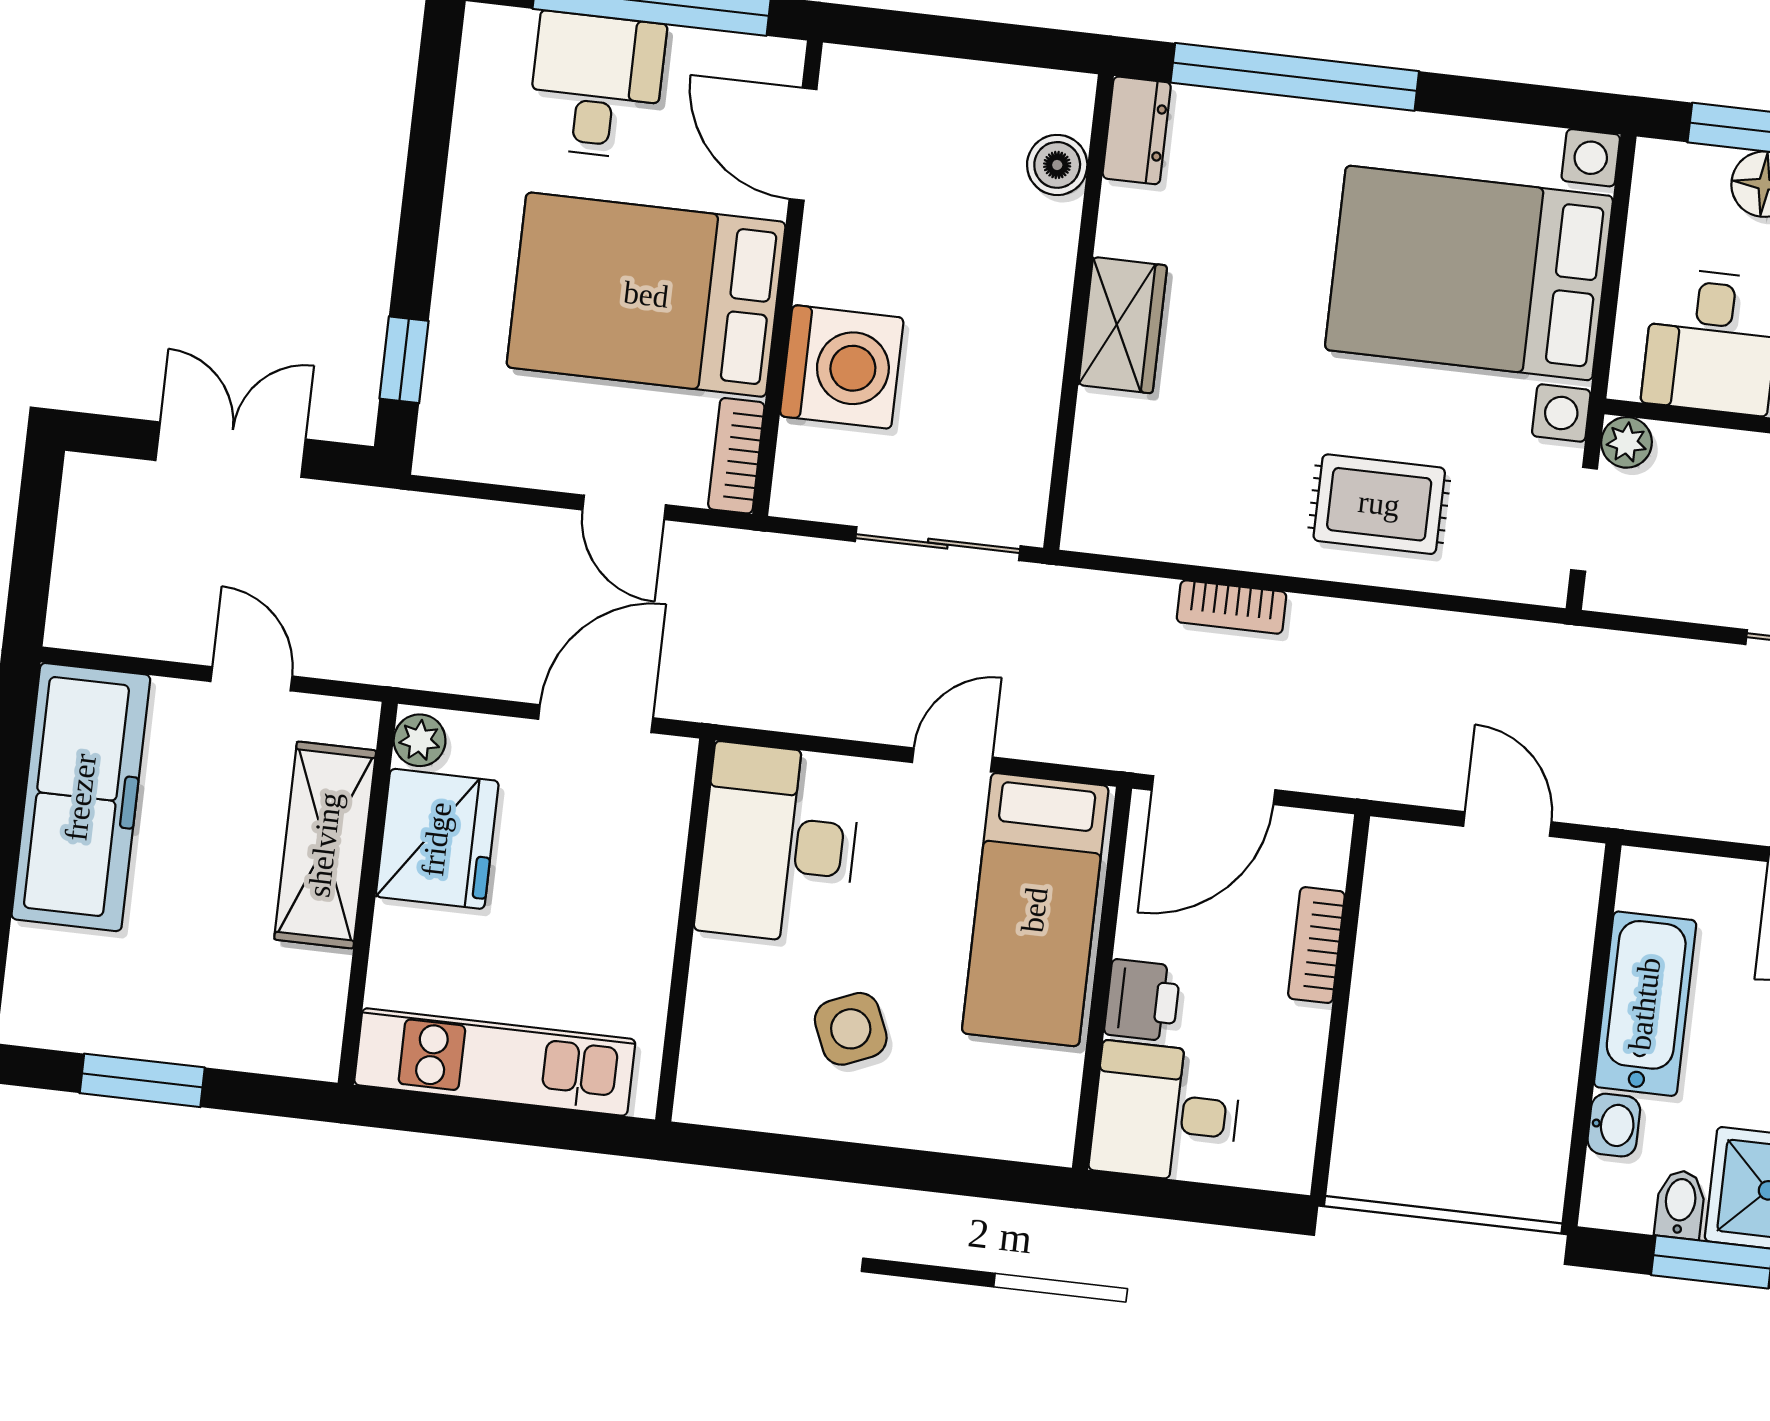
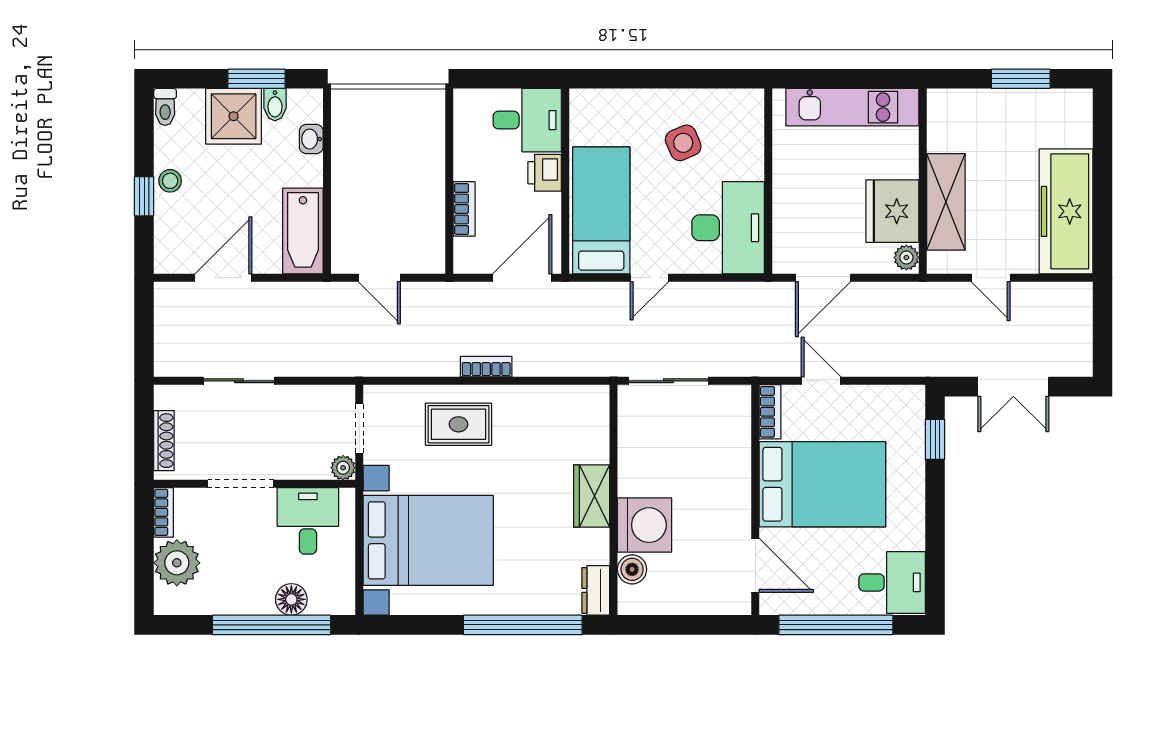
desk: (596, 85) -> (892, 582), moved, turned -90
washing machine: (842, 367) -> (645, 525), moved, turned 180
bookcase: (1232, 607) -> (486, 367), moved
bathtub: (1645, 1004) -> (303, 231), moved

